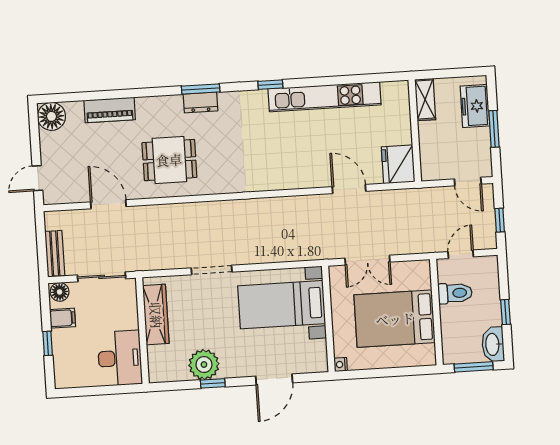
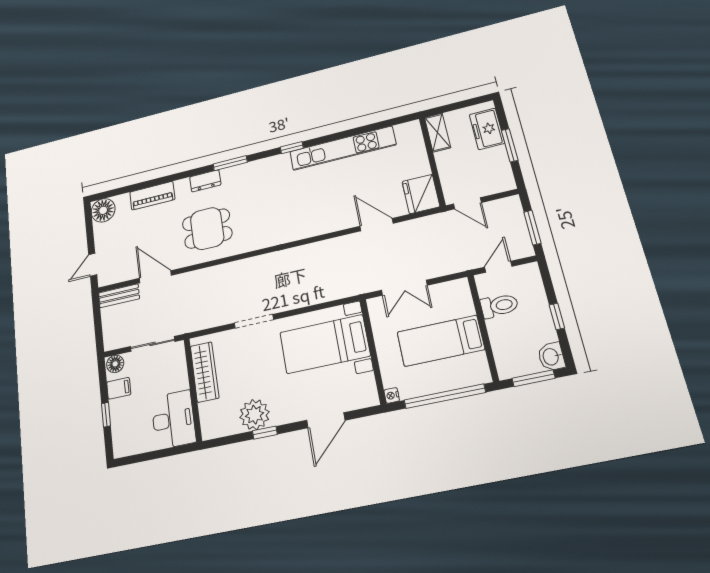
dresser: (200, 102) -> (205, 181), moved
door: (468, 182) -> (467, 203), moved
window: (500, 220) -> (532, 228), width x1.50
bench: (55, 254) -> (119, 296), moved, turned 90
bed: (395, 319) -> (441, 341), width x0.67
washbasin: (493, 344) -> (551, 357), width x0.72
window: (390, 372) -> (445, 396), added

